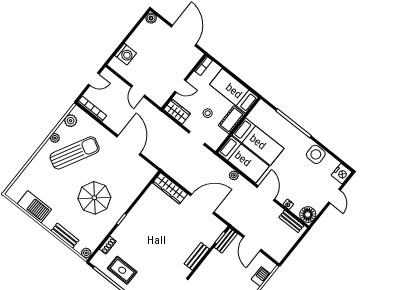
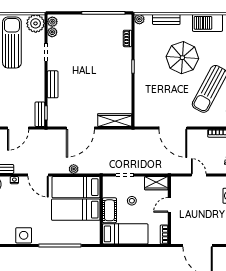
parasol: (94, 198) -> (182, 58), moved
door: (252, 243) -> (18, 128), swing flipped
rug: (122, 270) -> (101, 28), removed

